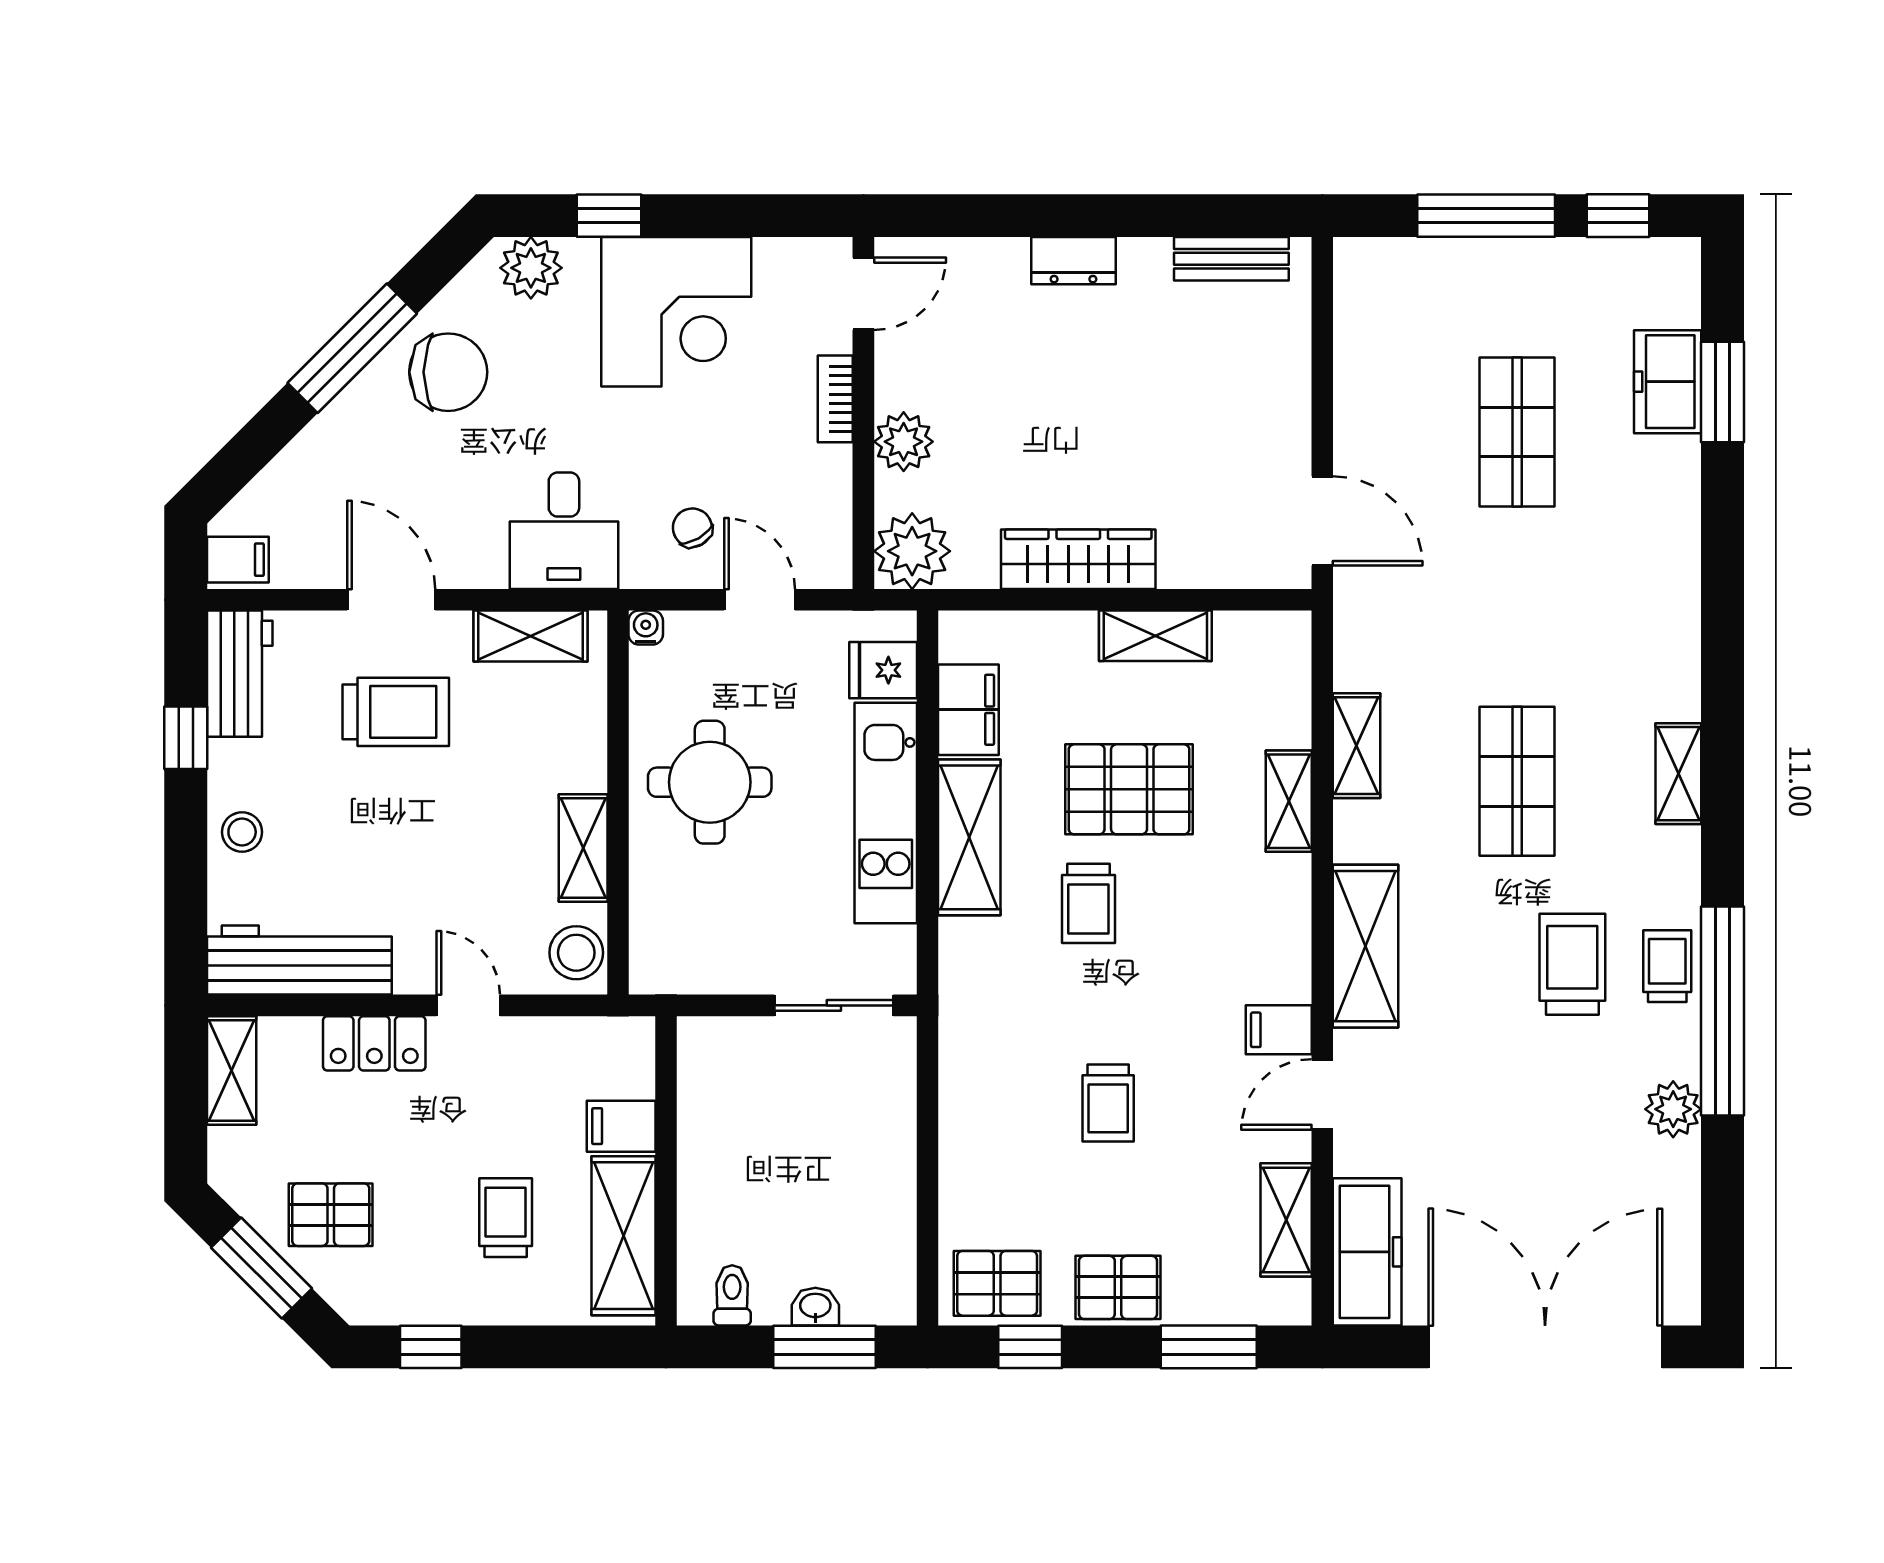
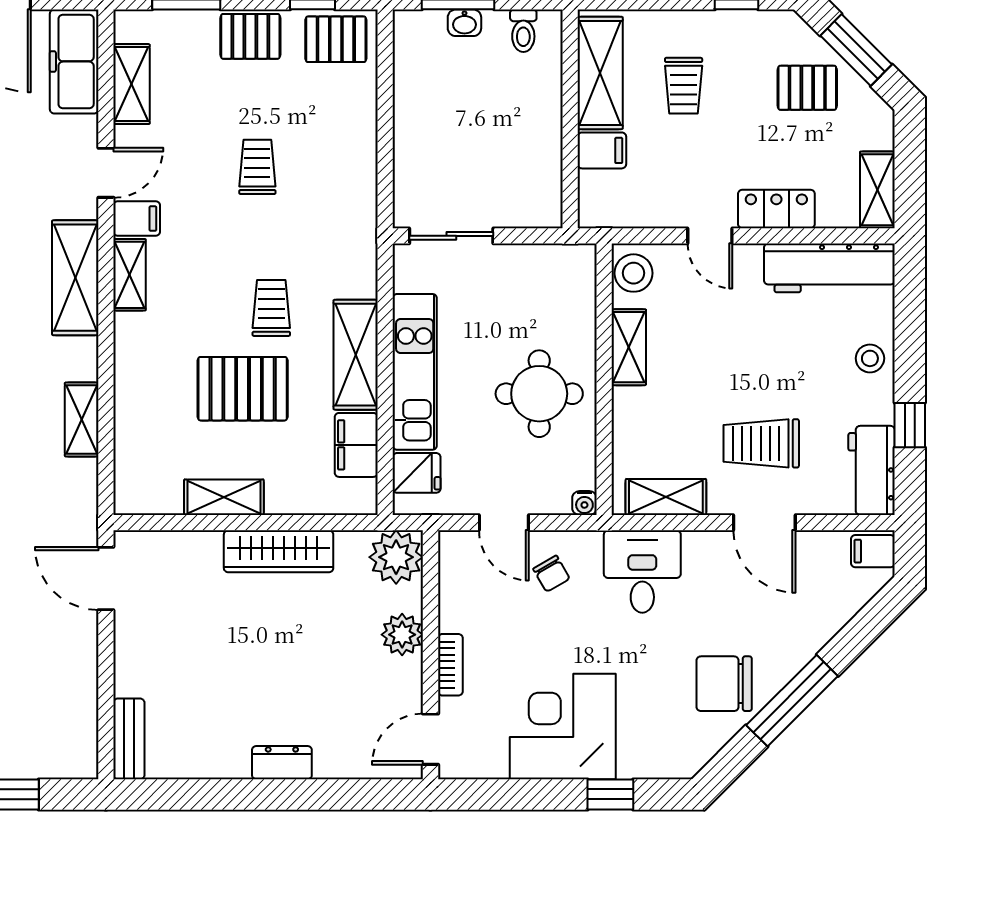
bench: (1231, 259) -> (129, 739), moved, turned 90
plant: (531, 268) -> (666, 757), removed
shelving: (1289, 801) -> (130, 275), moved

